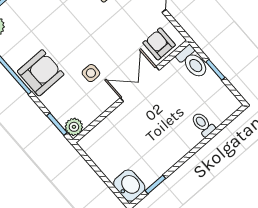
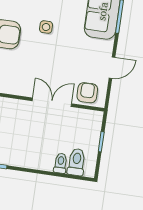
toilet: (193, 62) -> (76, 162), moved, turned 180
side table: (91, 73) -> (46, 27), moved

